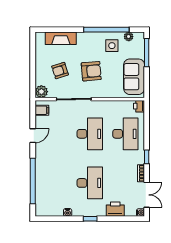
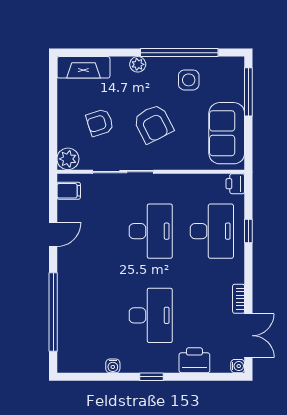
plant: (129, 37) -> (138, 64), moved
fireplace: (61, 38) -> (83, 67), moved
armchair: (91, 71) -> (153, 124), turned 68
window: (147, 157) -> (248, 231), moved

